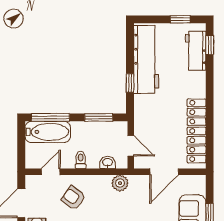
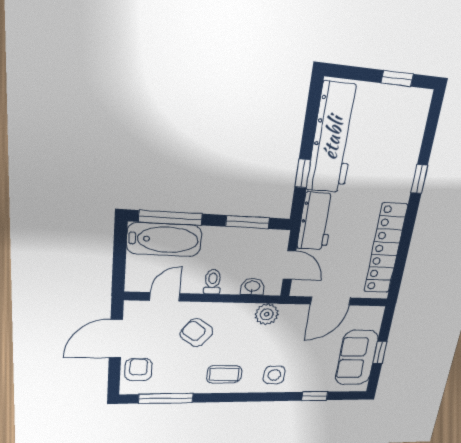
window: (210, 45) -> (419, 179), moved
workbench: (196, 51) -> (316, 221), moved, turned 180

